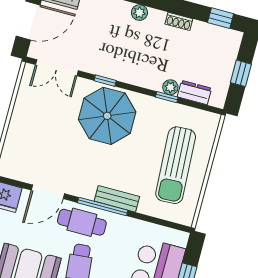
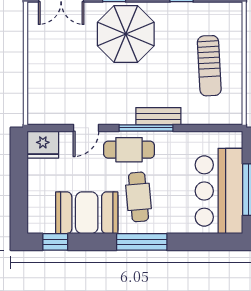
sun lounger: (176, 165) -> (209, 66), width x0.73, depth x0.75
door: (48, 192) -> (86, 128), width x0.73

